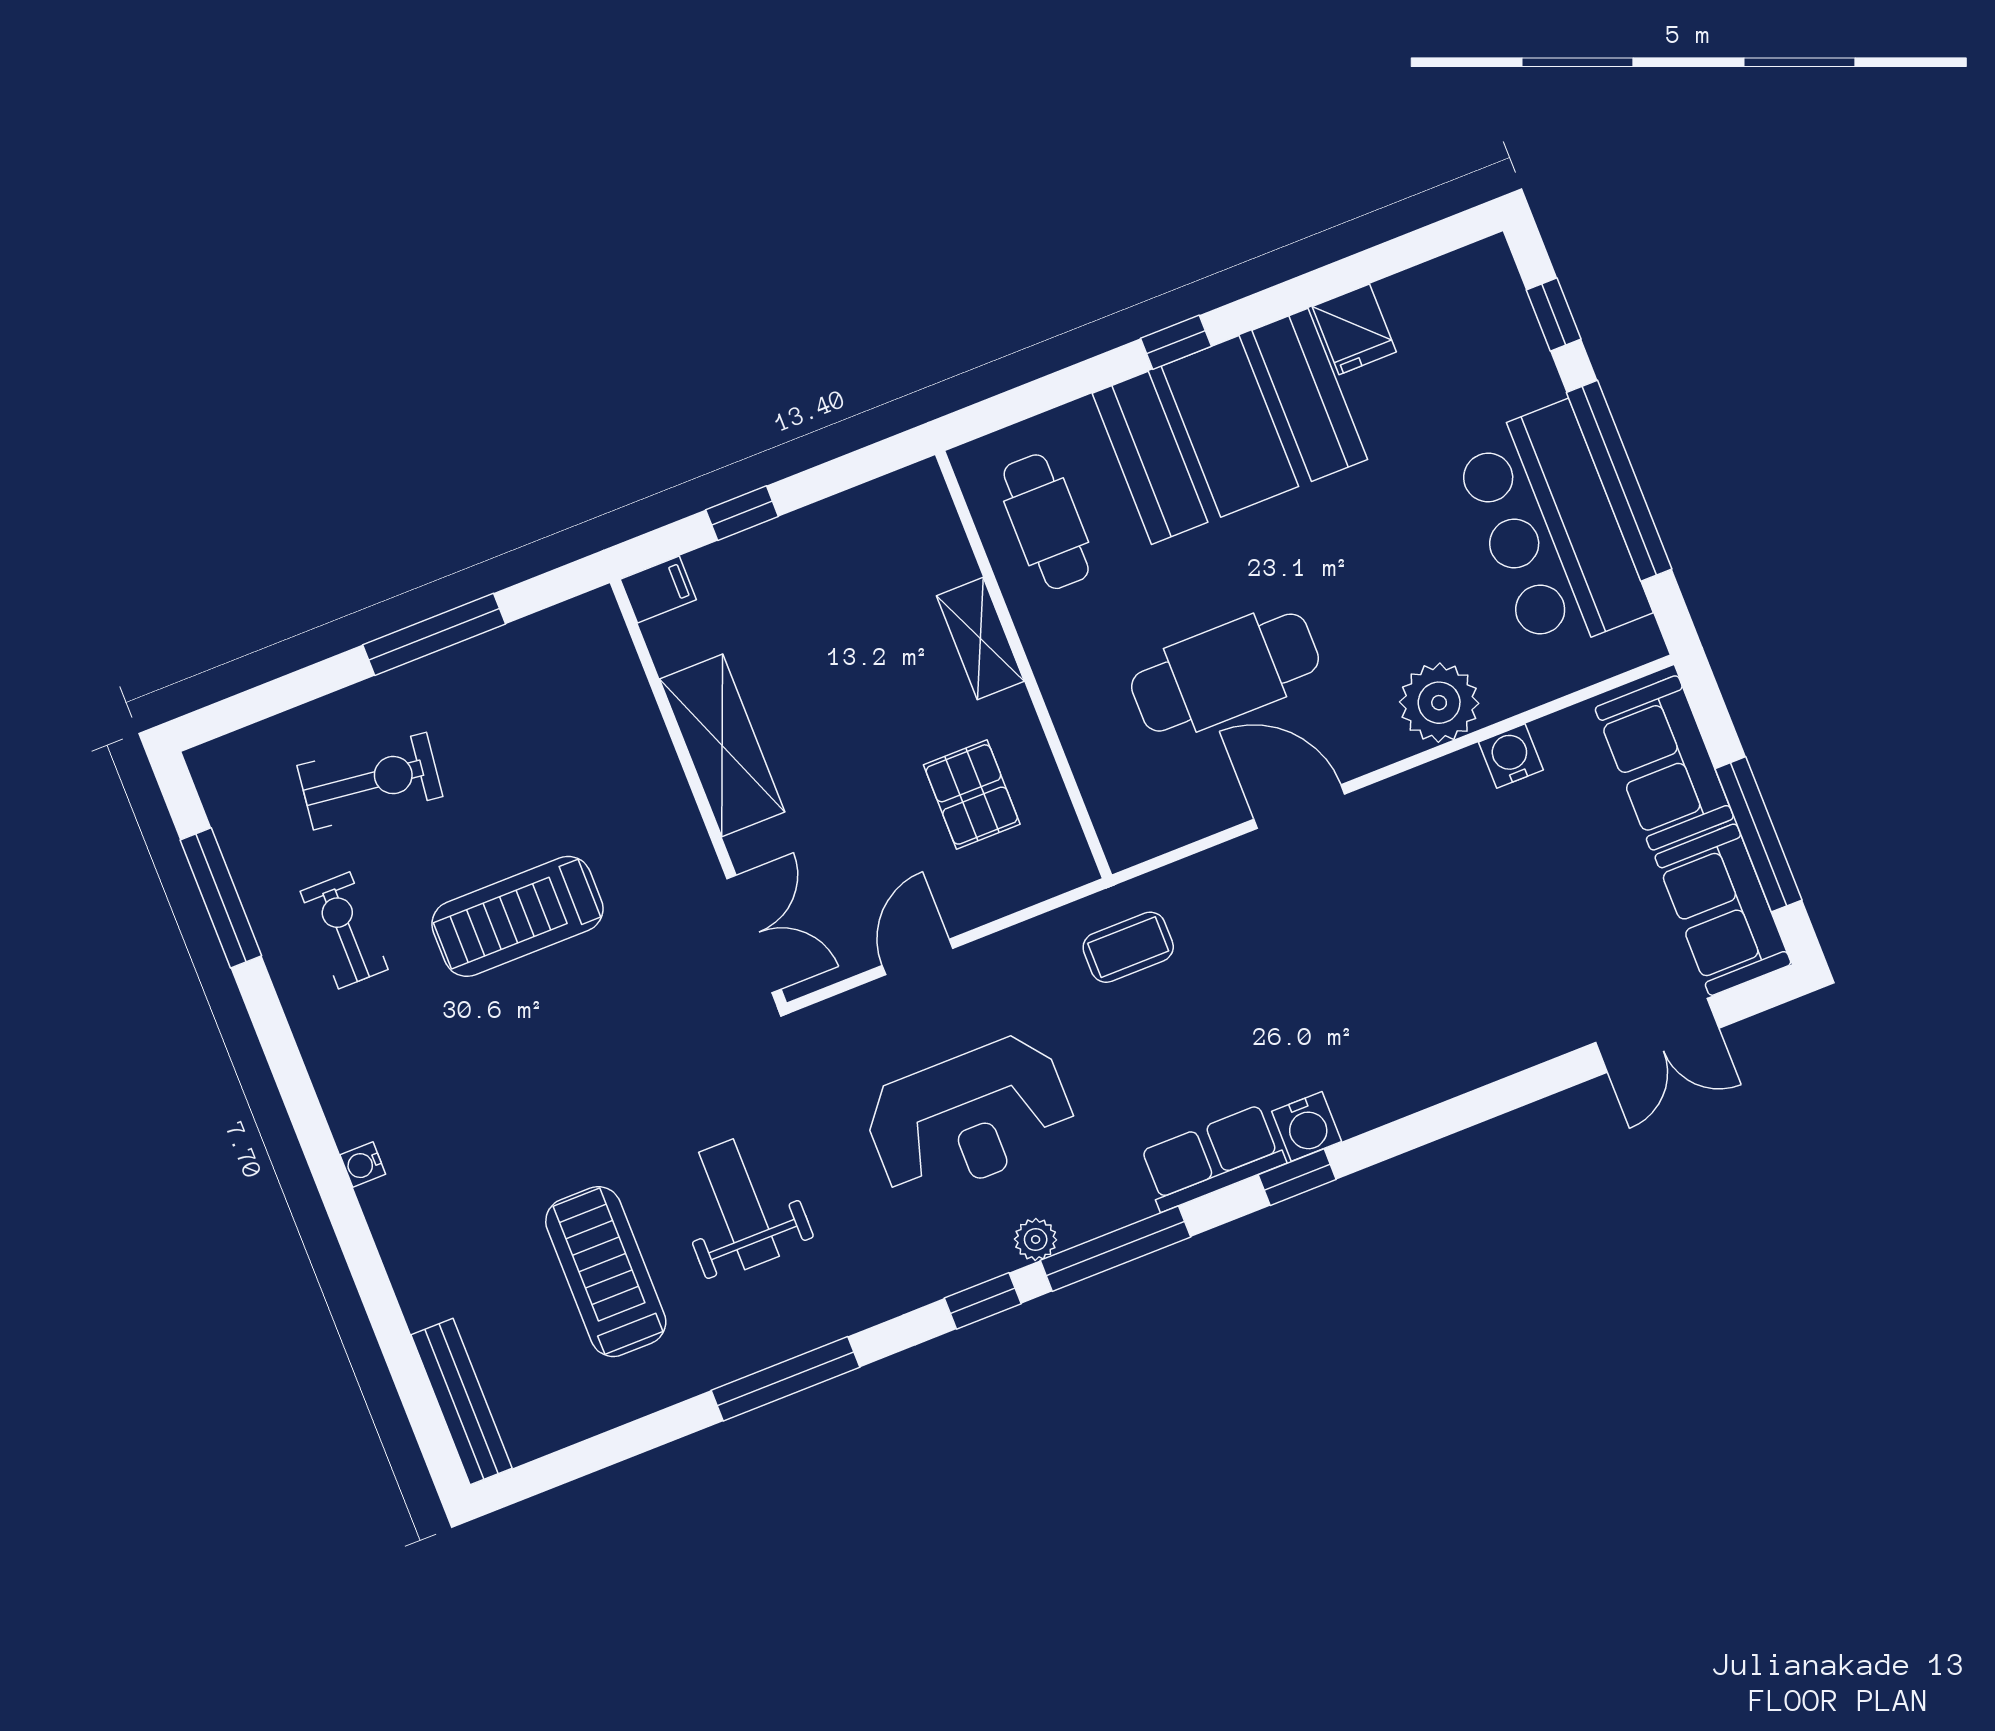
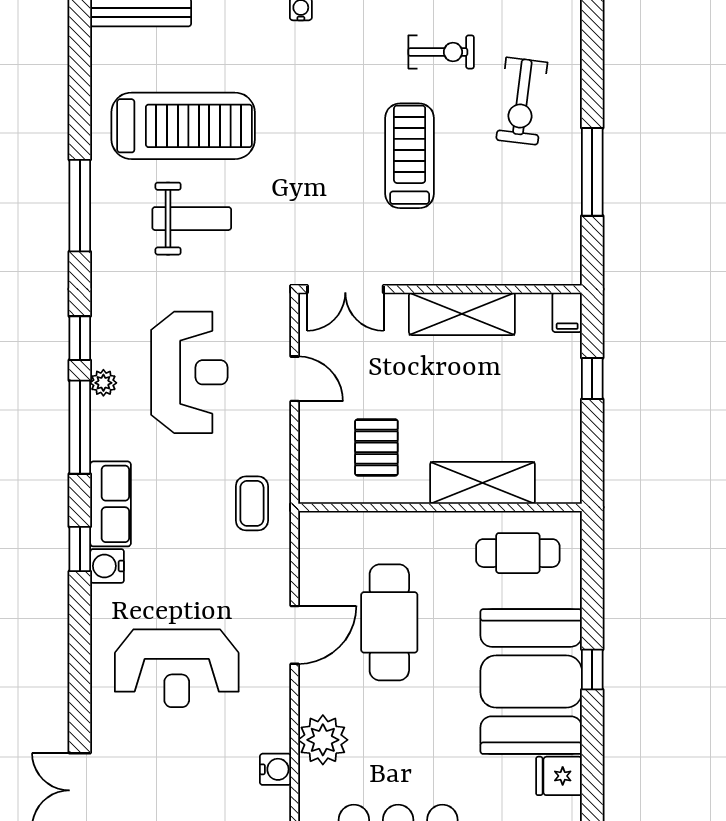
shelving: (980, 639) -> (482, 483), width x1.50, depth x1.33
pallet: (972, 794) -> (376, 447), turned 90
reception desk: (1418, 963) -> (177, 668), added
reception desk: (970, 1118) -> (189, 372), turned 180
treadmill: (606, 1272) -> (183, 126), width x1.37, depth x1.38

